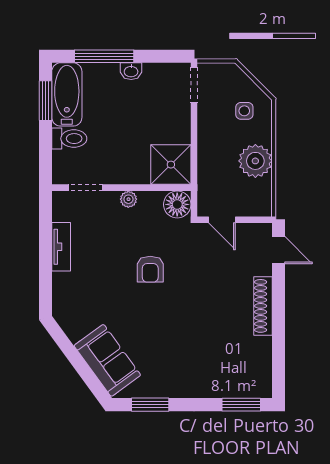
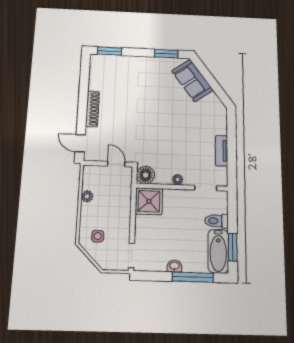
plant: (255, 161) -> (87, 196), width x0.53, depth x0.53
armchair: (150, 269) -> (164, 135), removed

